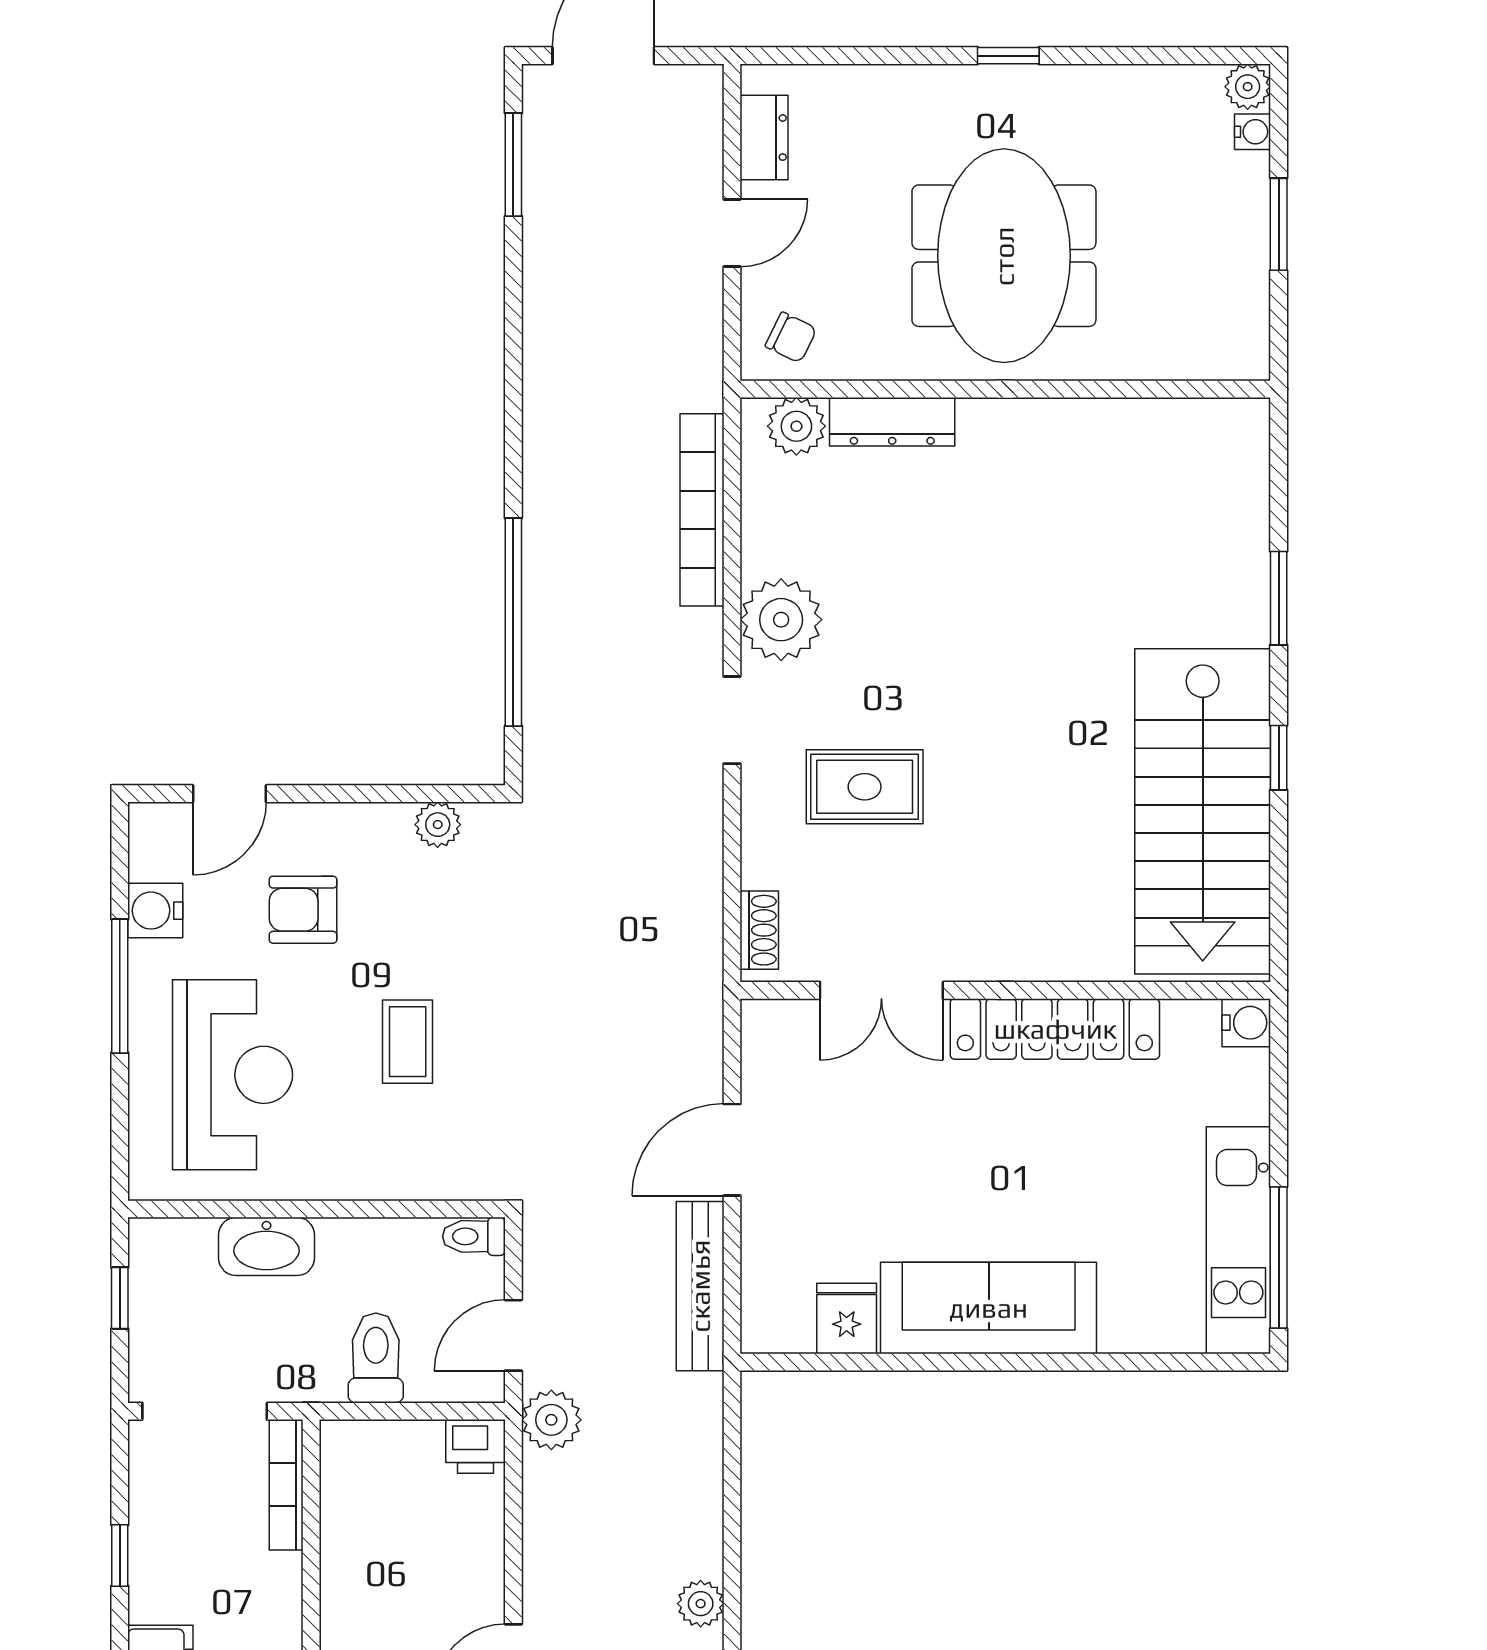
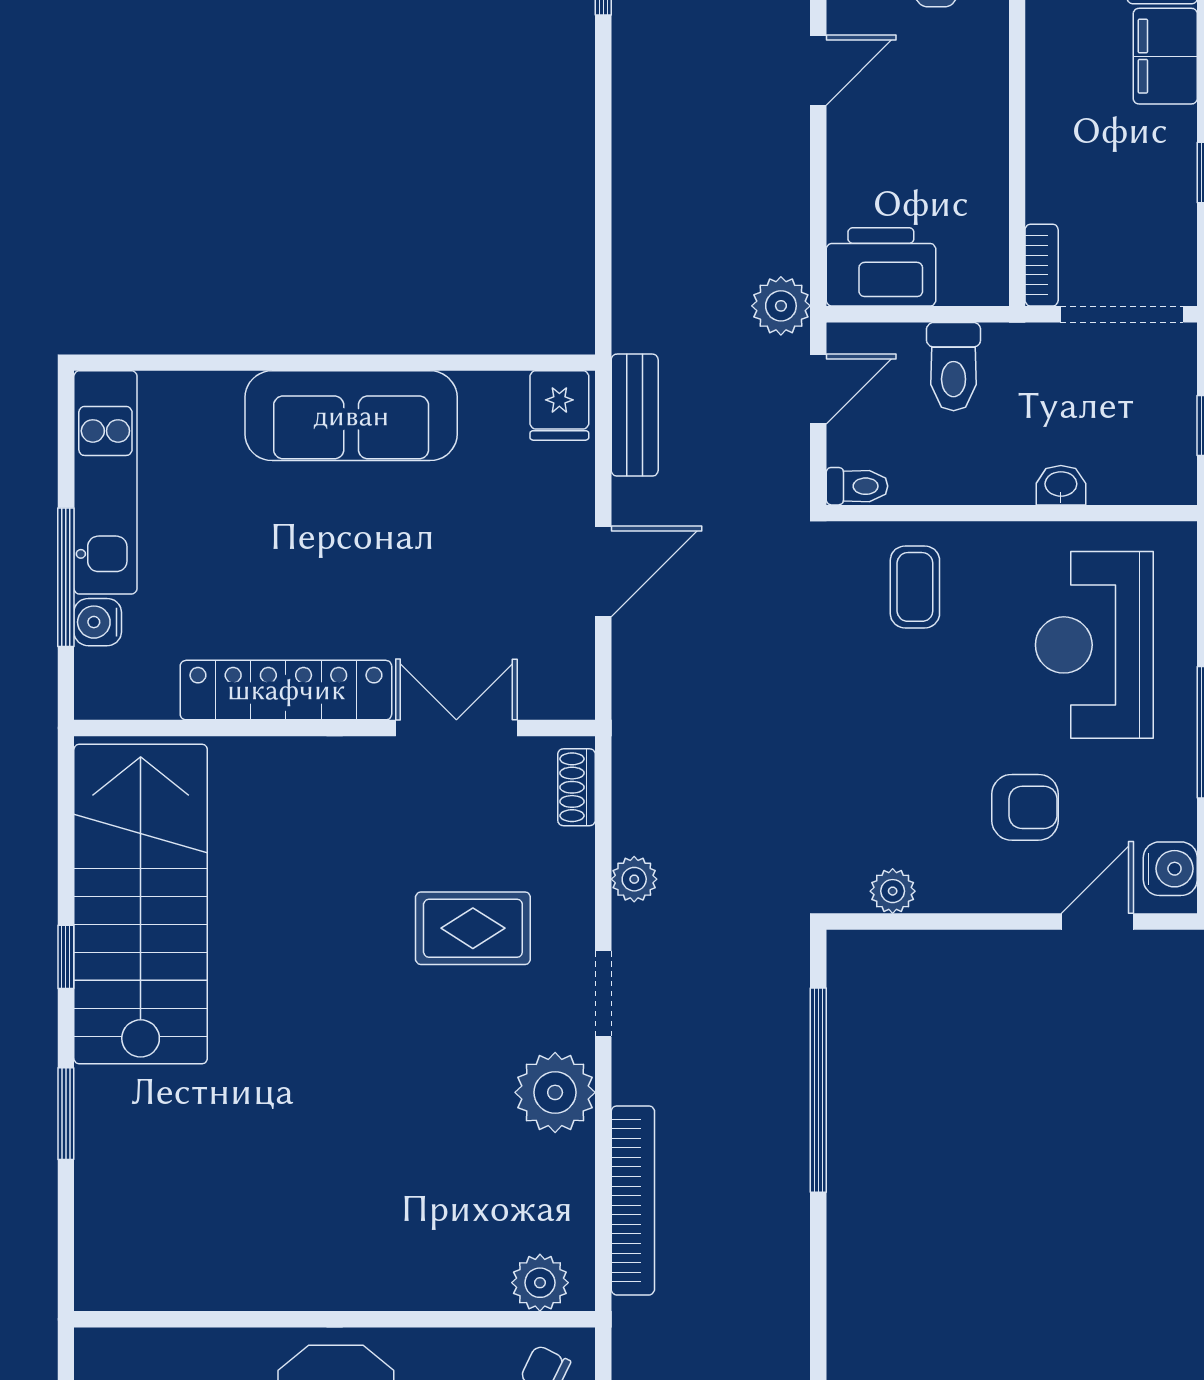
dresser: (892, 422) -> (446, 1287), removed
water cooler: (155, 911) -> (1170, 869), moved
water cooler: (1246, 1023) -> (98, 622), moved
coffee table: (408, 1042) -> (915, 587), moved
washbasin: (267, 1246) -> (1061, 485), width x0.52, depth x0.69
window: (1279, 1257) -> (66, 577), moved
bench: (700, 1286) -> (635, 415), width x0.73
fridge: (847, 1318) -> (559, 405), moved
printer: (475, 1446) -> (881, 267), width x1.87, depth x1.48
bookcase: (286, 1485) -> (1042, 265), width x0.64
plant: (701, 1604) -> (634, 879), moved

